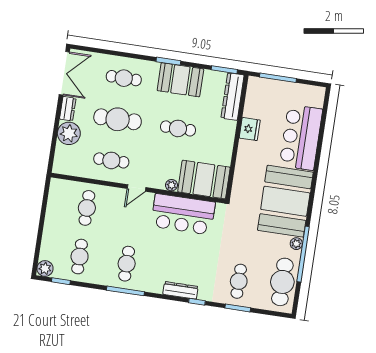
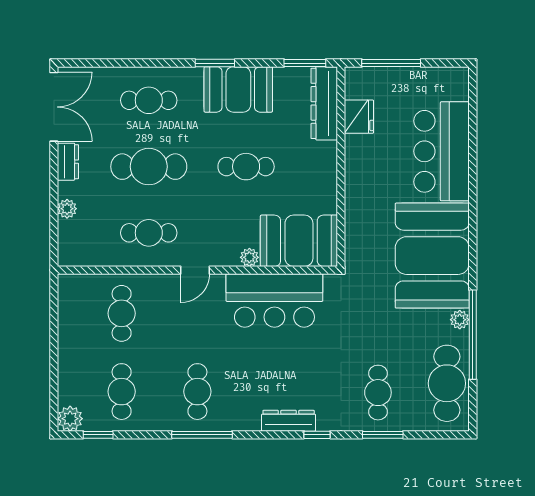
fridge: (250, 129) -> (359, 117), moved
plant: (69, 133) -> (67, 209), width x0.53, depth x0.53

